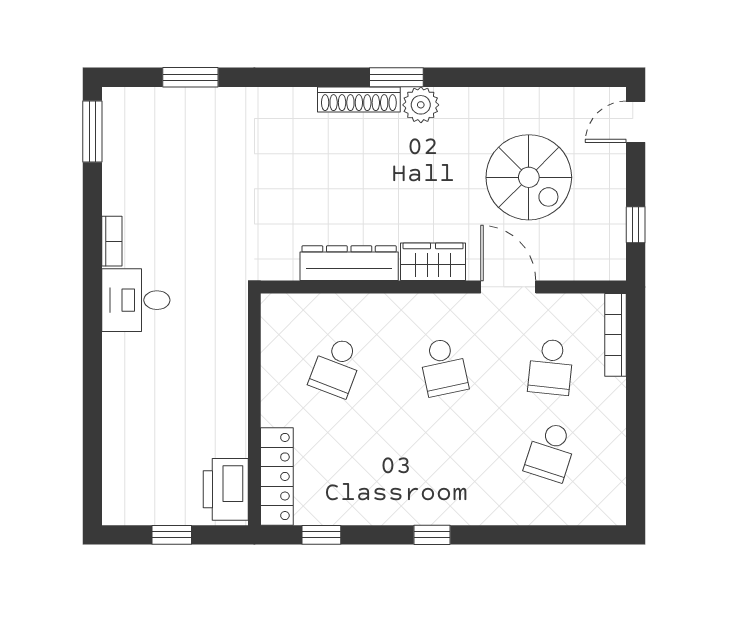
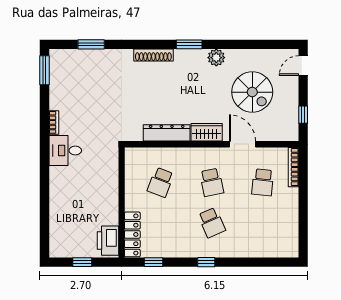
shoe rack: (359, 100) -> (153, 55), moved
plant: (421, 105) -> (216, 58), moved
school desk: (551, 452) -> (212, 223), moved, turned -42

